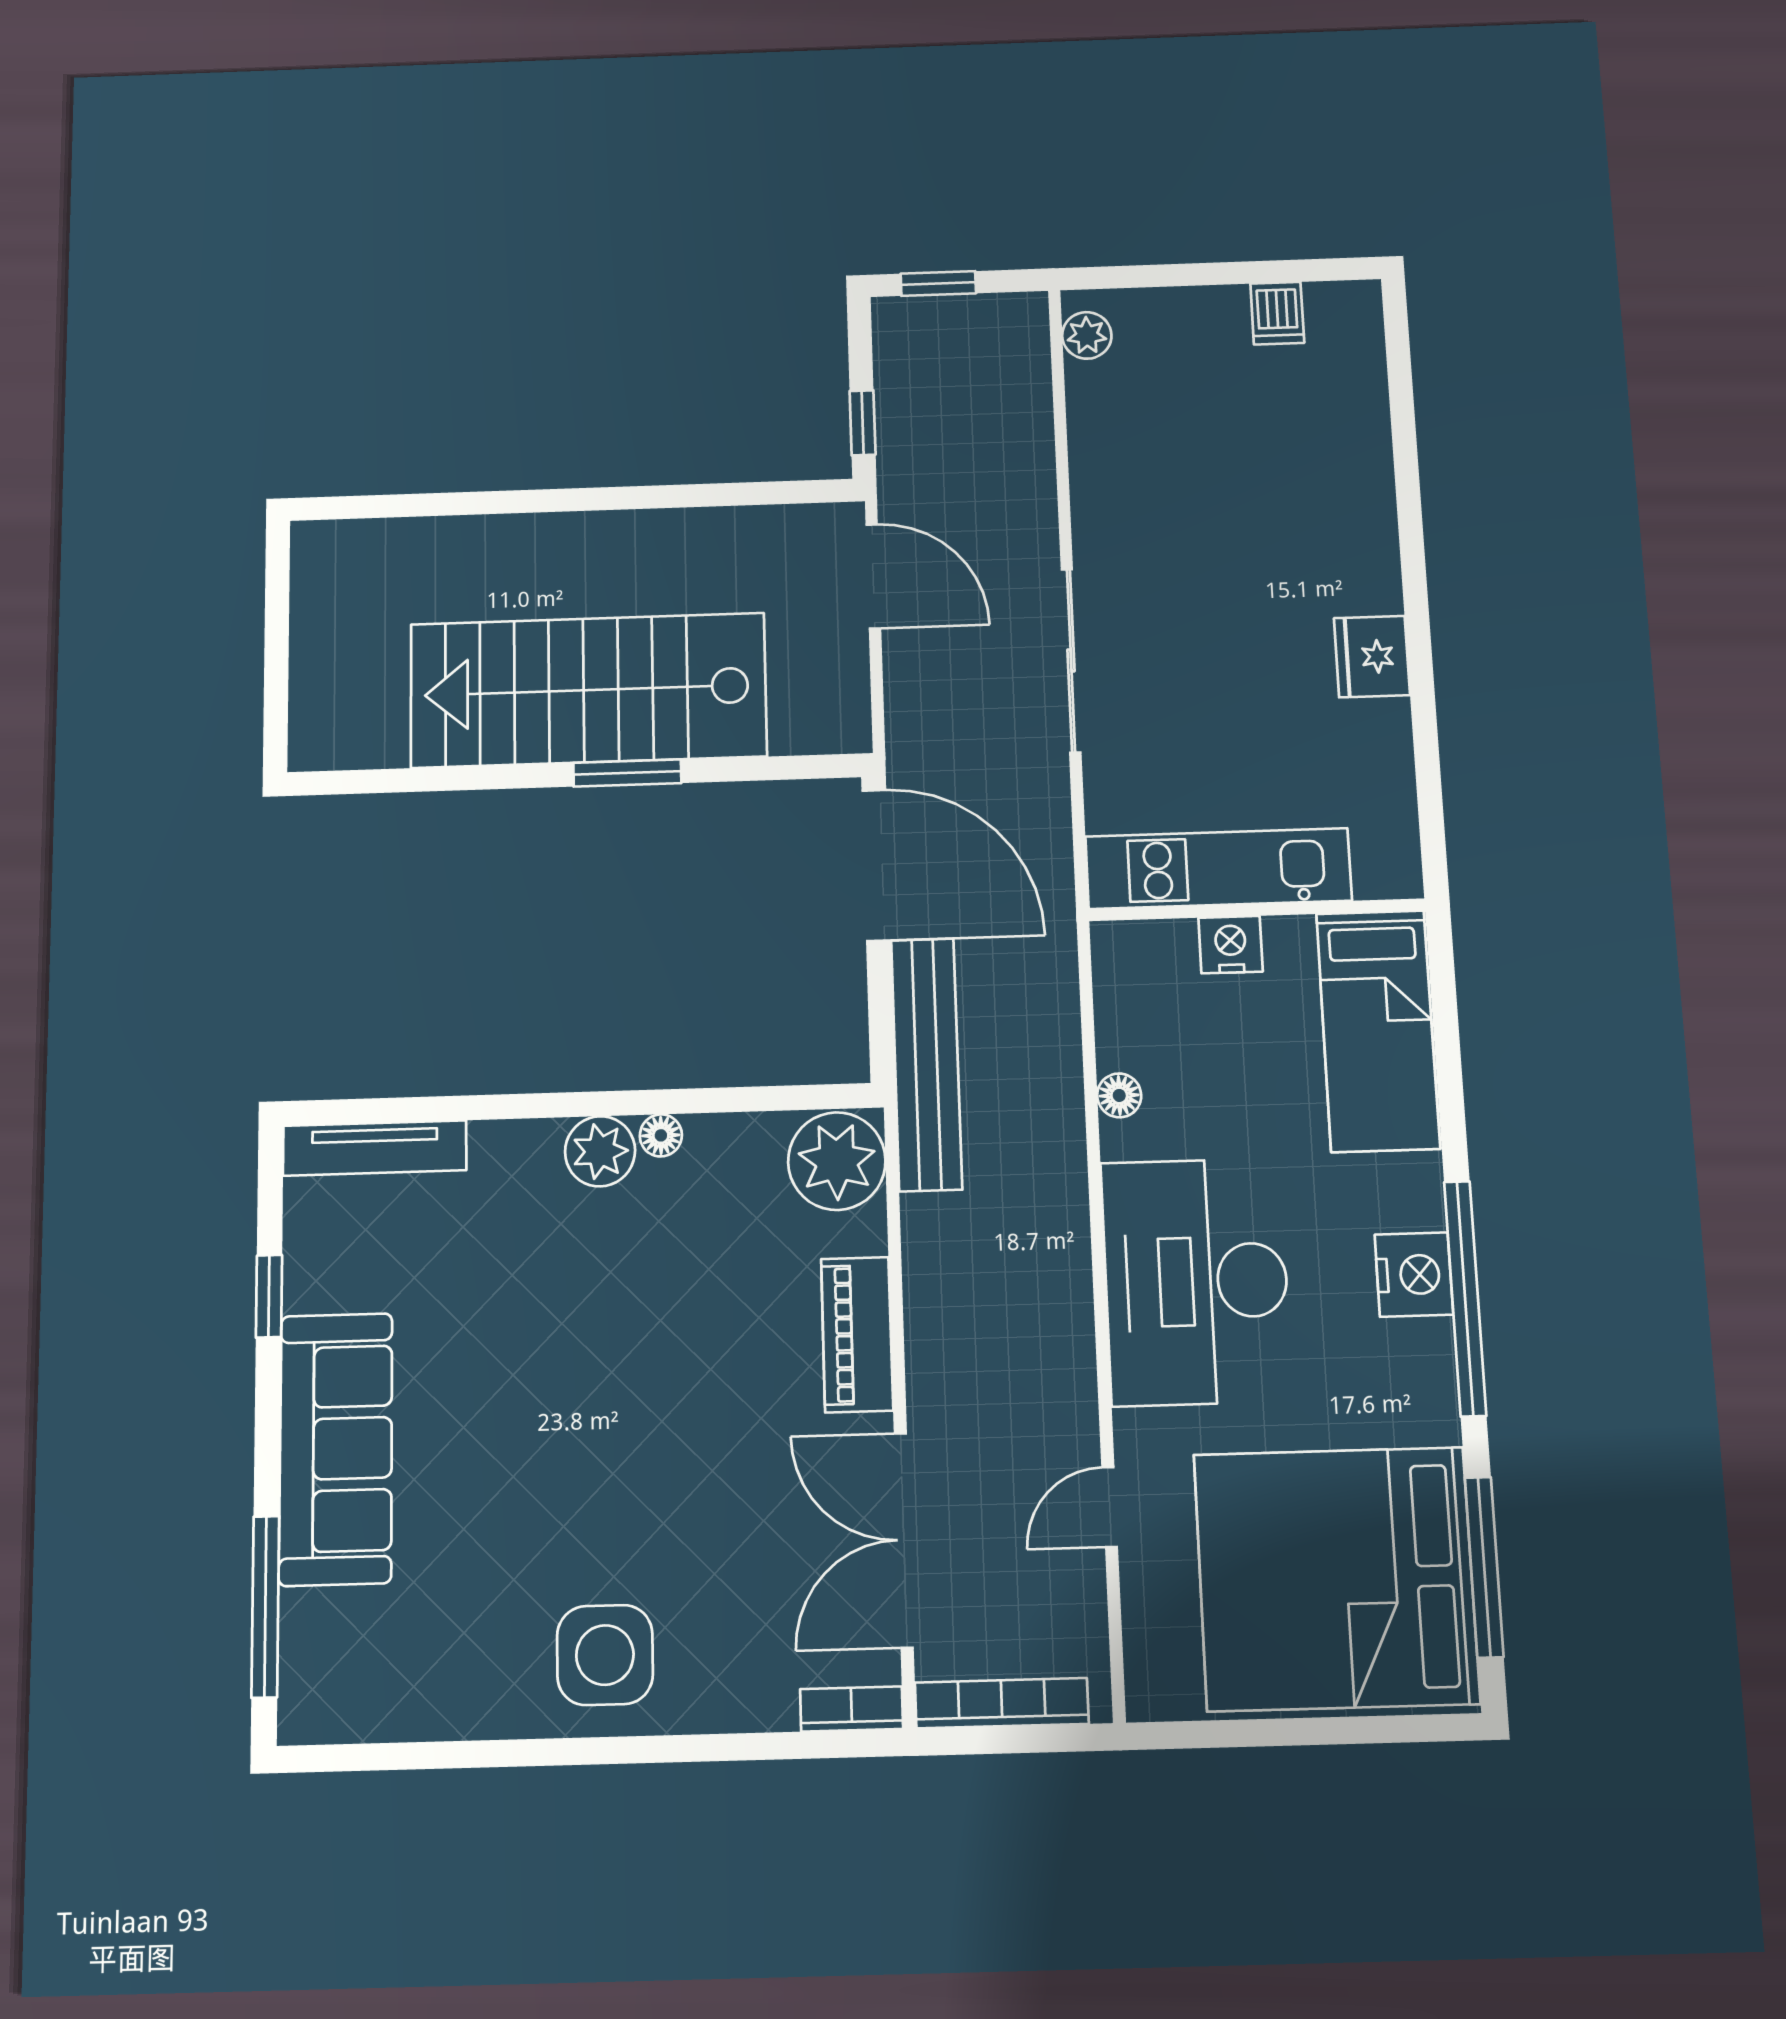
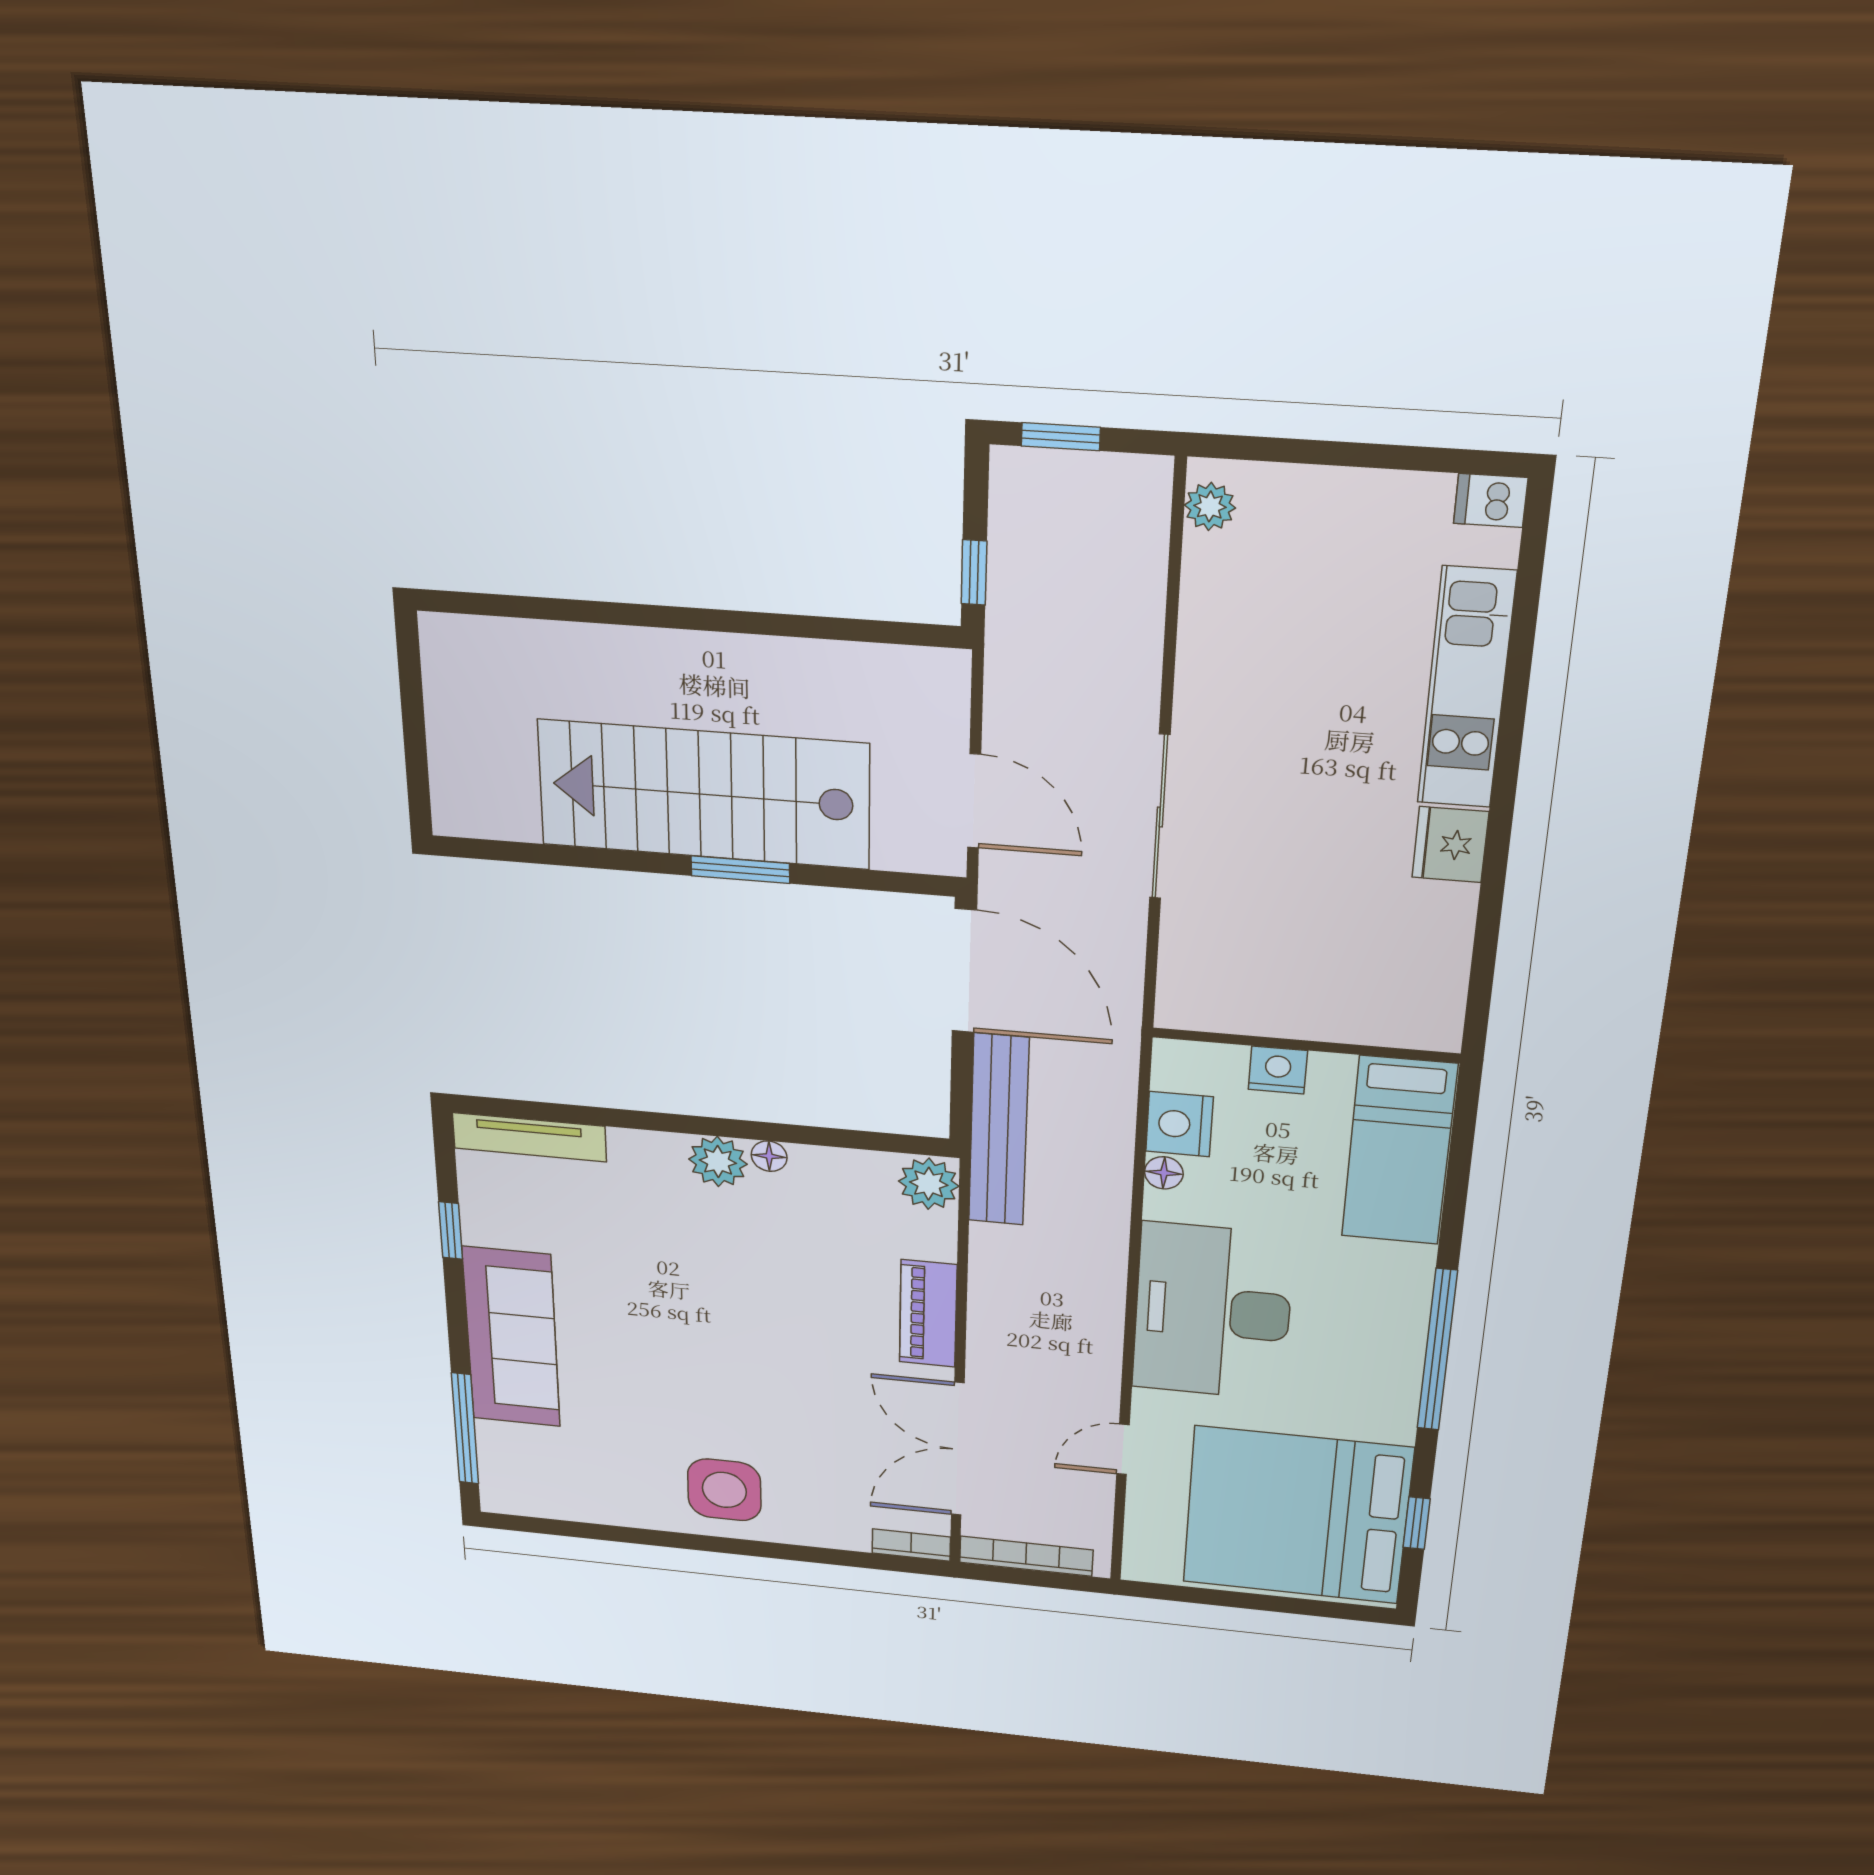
dishwasher: (1277, 313) -> (1491, 500), moved, turned 90
door: (873, 576) -> (974, 801), moved
kitchen unit: (1218, 869) -> (1466, 688), moved, turned -90
plant: (837, 1161) -> (929, 1184), width x0.73, depth x0.73
nightstand: (1414, 1275) -> (1179, 1124), moved, turned 180
window: (1484, 1567) -> (1417, 1523), width x0.46

